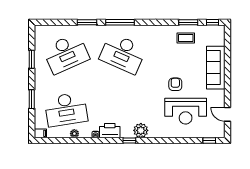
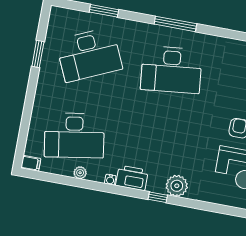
window: (87, 22) -> (104, 11), moved
desk: (123, 53) -> (171, 70), turned -30
window: (32, 99) -> (27, 112), removed

